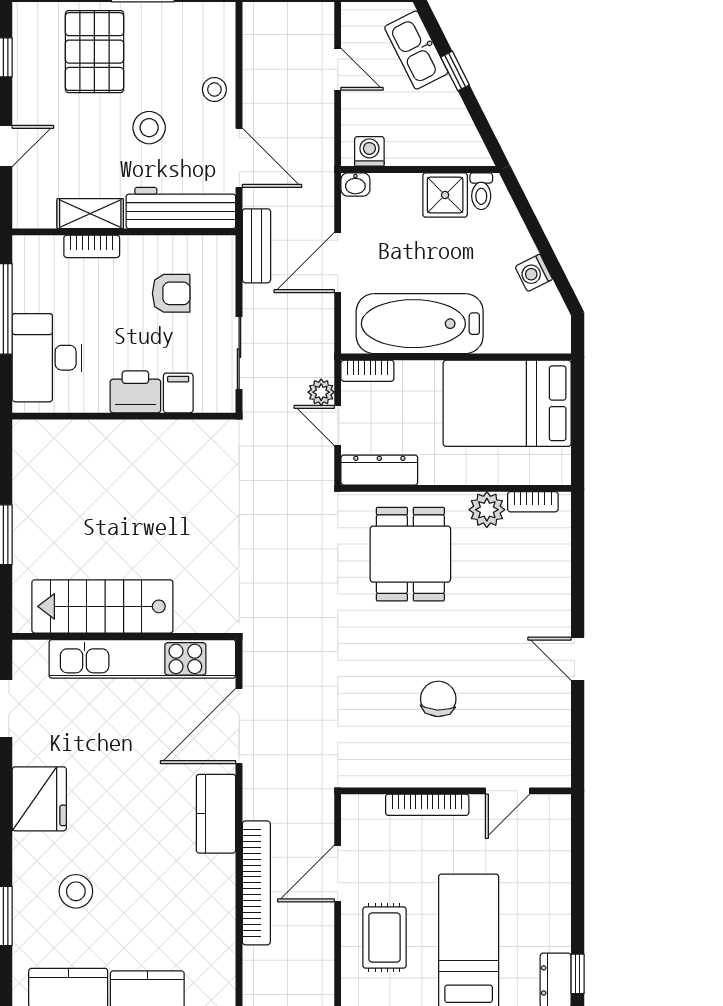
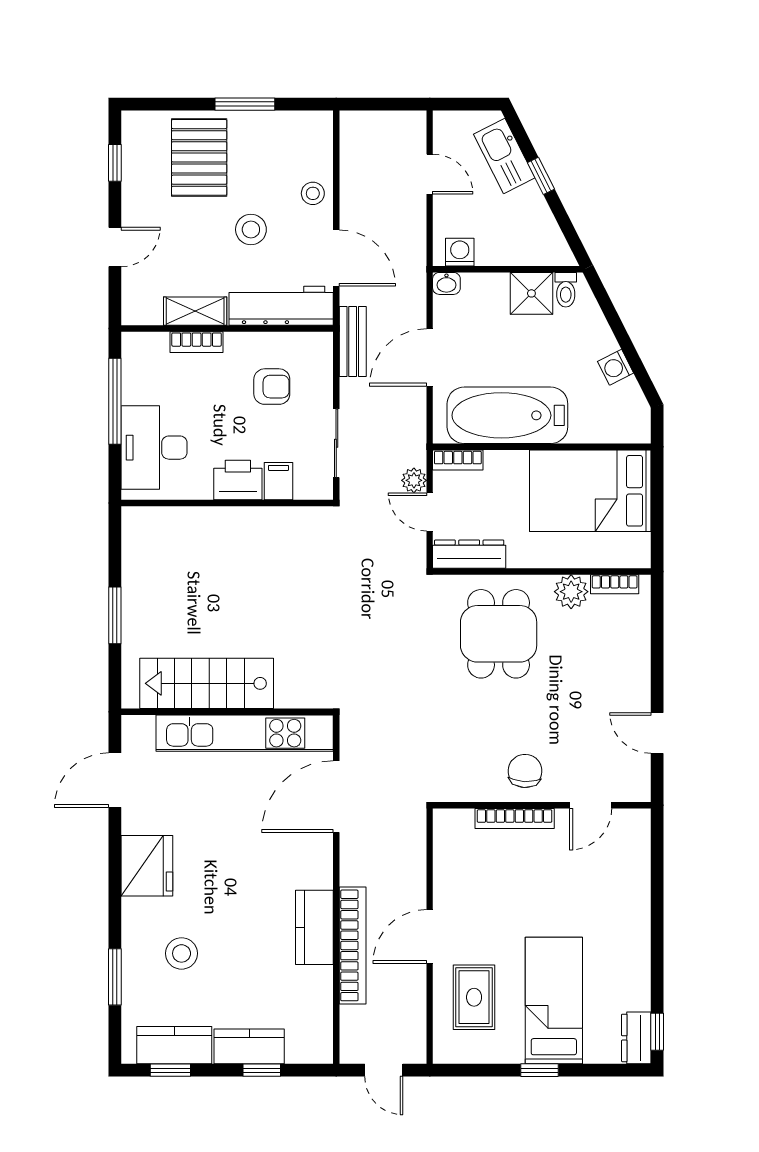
wall: (456, 791) -> (542, 805), moved
door: (508, 791) -> (591, 805), moved
bookcase: (427, 805) -> (515, 818), moved
kitchen counter: (216, 814) -> (314, 927), moved

